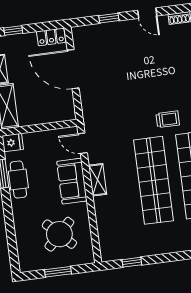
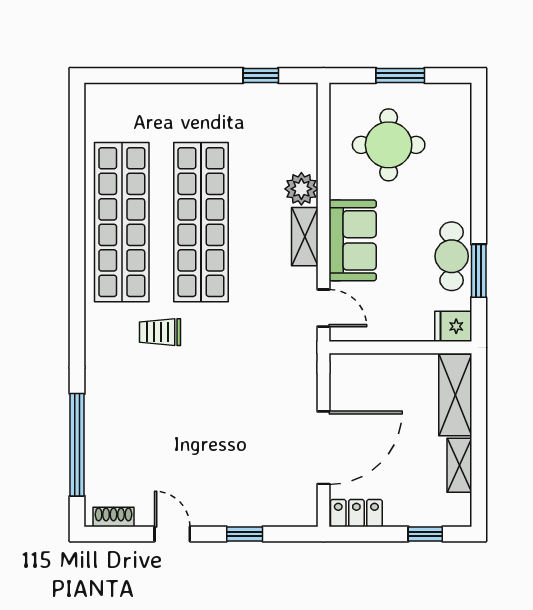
door: (73, 69) -> (323, 448), hinge flipped
plant: (103, 205) -> (301, 189), added
round table: (59, 234) -> (389, 145), turned 45

